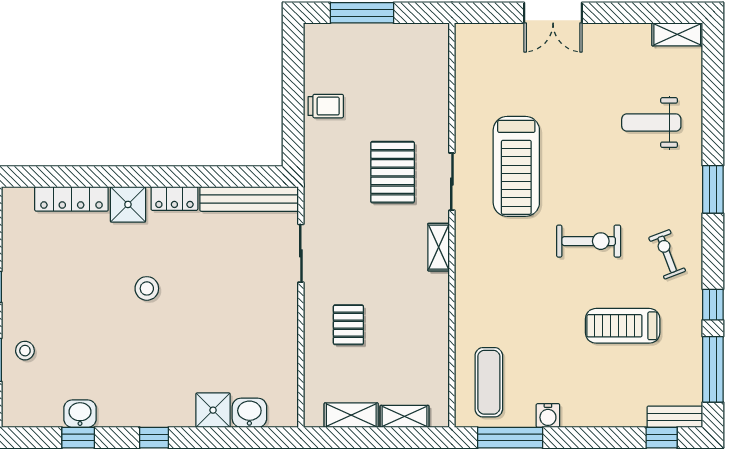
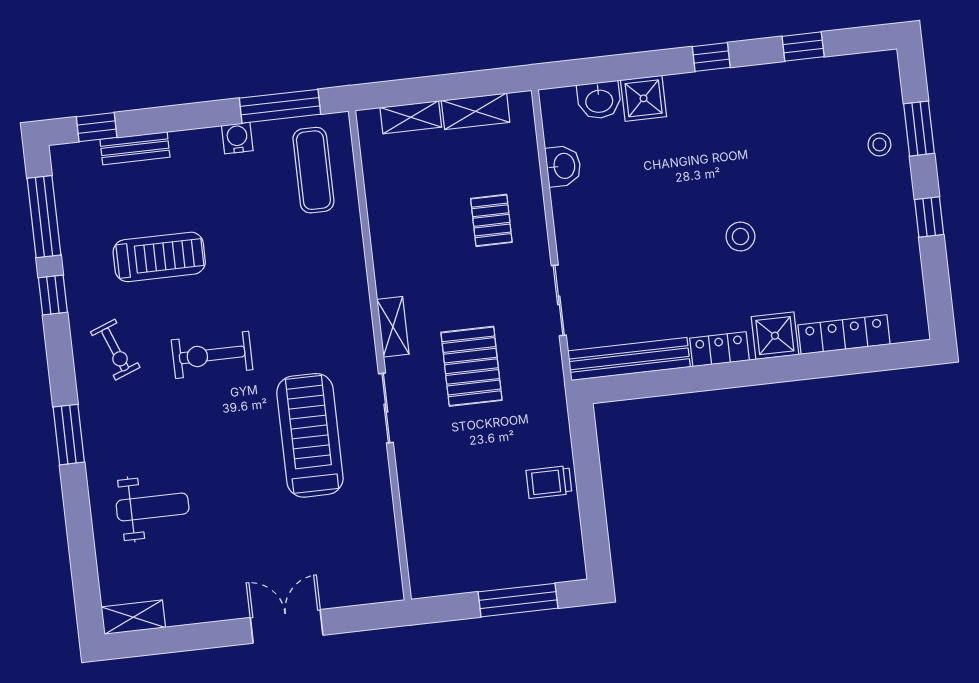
pallet: (393, 172) -> (471, 366), moved
washbasin: (80, 414) -> (563, 166), moved, turned -90
bench: (675, 417) -> (135, 148), moved

